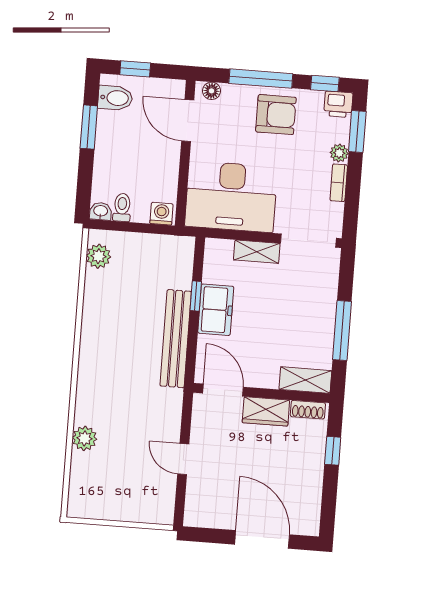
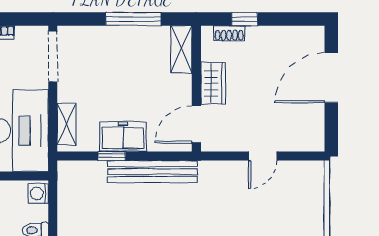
shelving: (257, 252) -> (67, 124), moved
shoe rack: (308, 410) -> (229, 33), moved, turned 90

